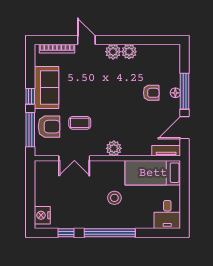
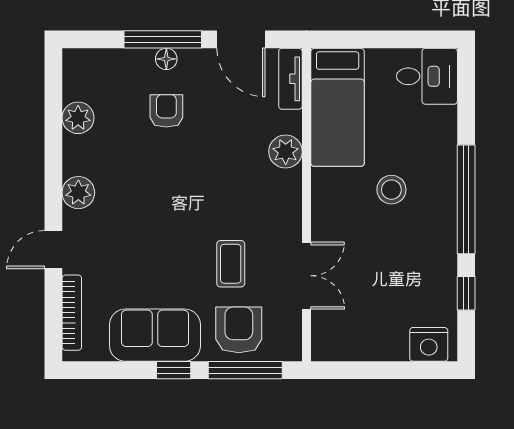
plant: (129, 52) -> (78, 118), moved
plant: (114, 148) -> (286, 152), moved

